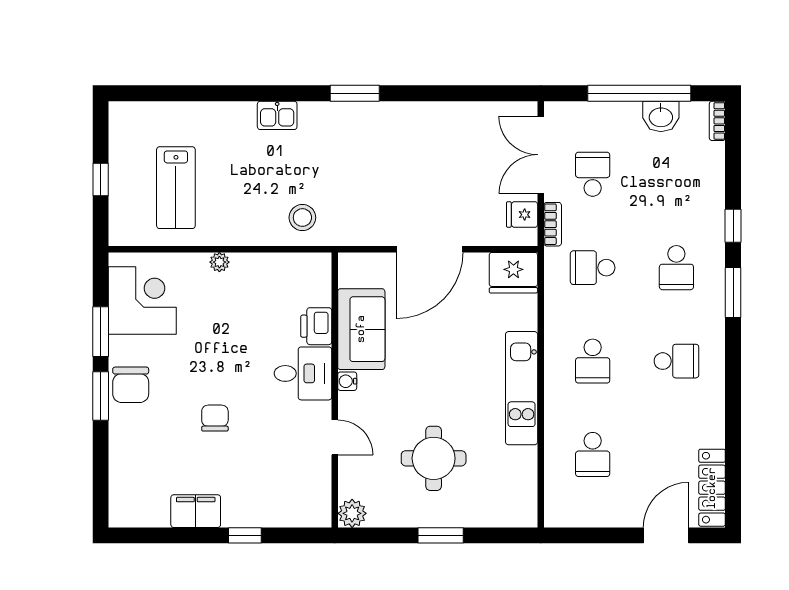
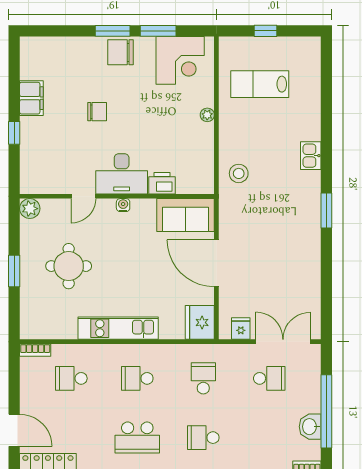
bookcase: (553, 224) -> (35, 350), moved
sofa: (361, 329) -> (185, 215), moved
school desk: (676, 361) -> (137, 438), width x1.85
desk: (303, 373) -> (122, 174), width x1.37

